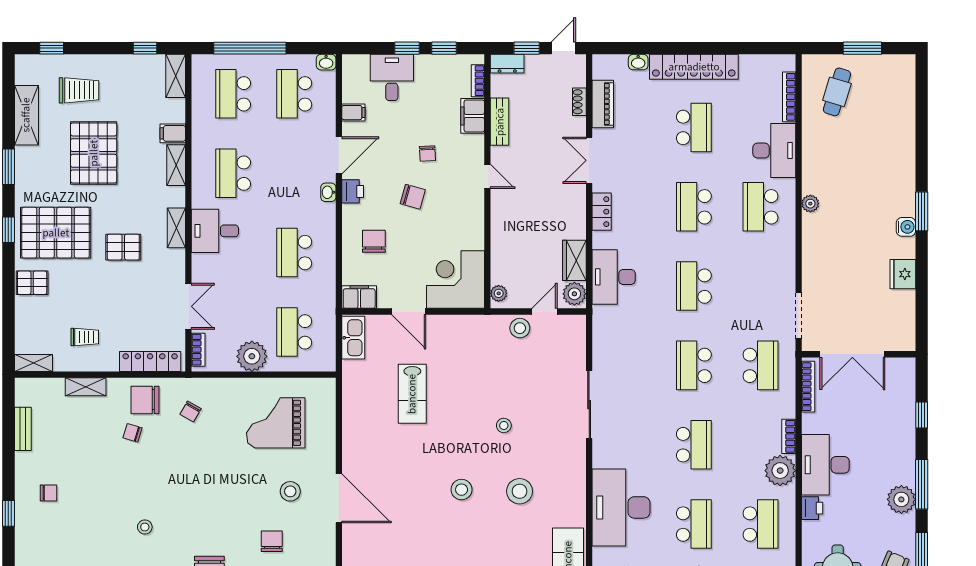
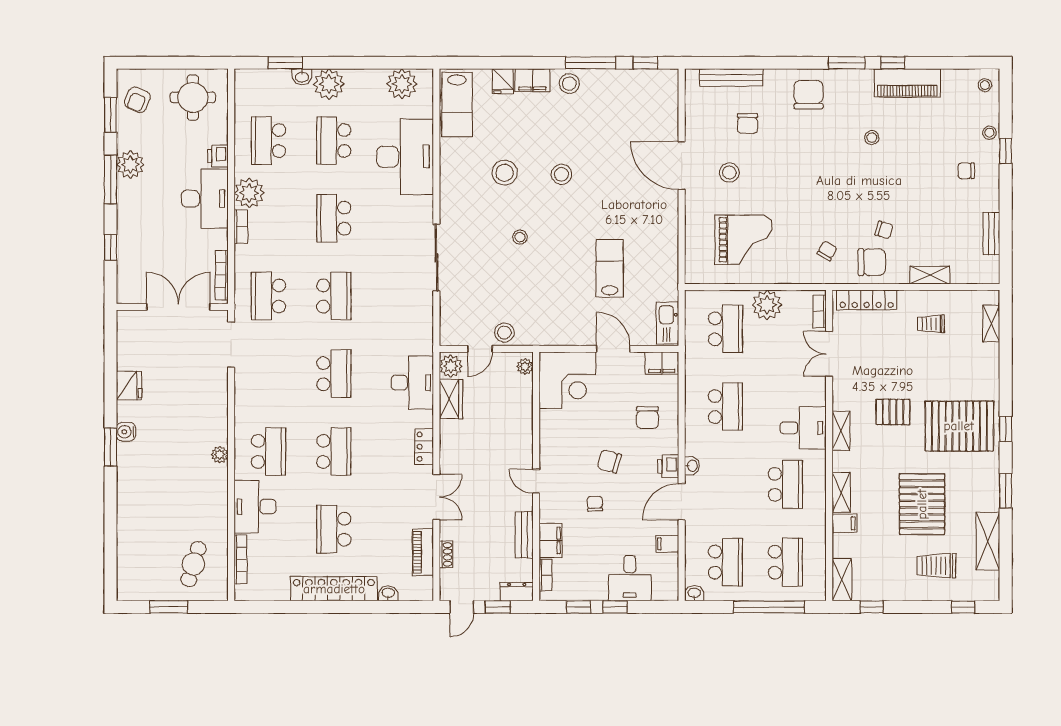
pallet: (32, 283) -> (982, 377), removed
shelving: (33, 363) -> (991, 324), moved, turned 90
stool: (25, 532) -> (989, 133), added

